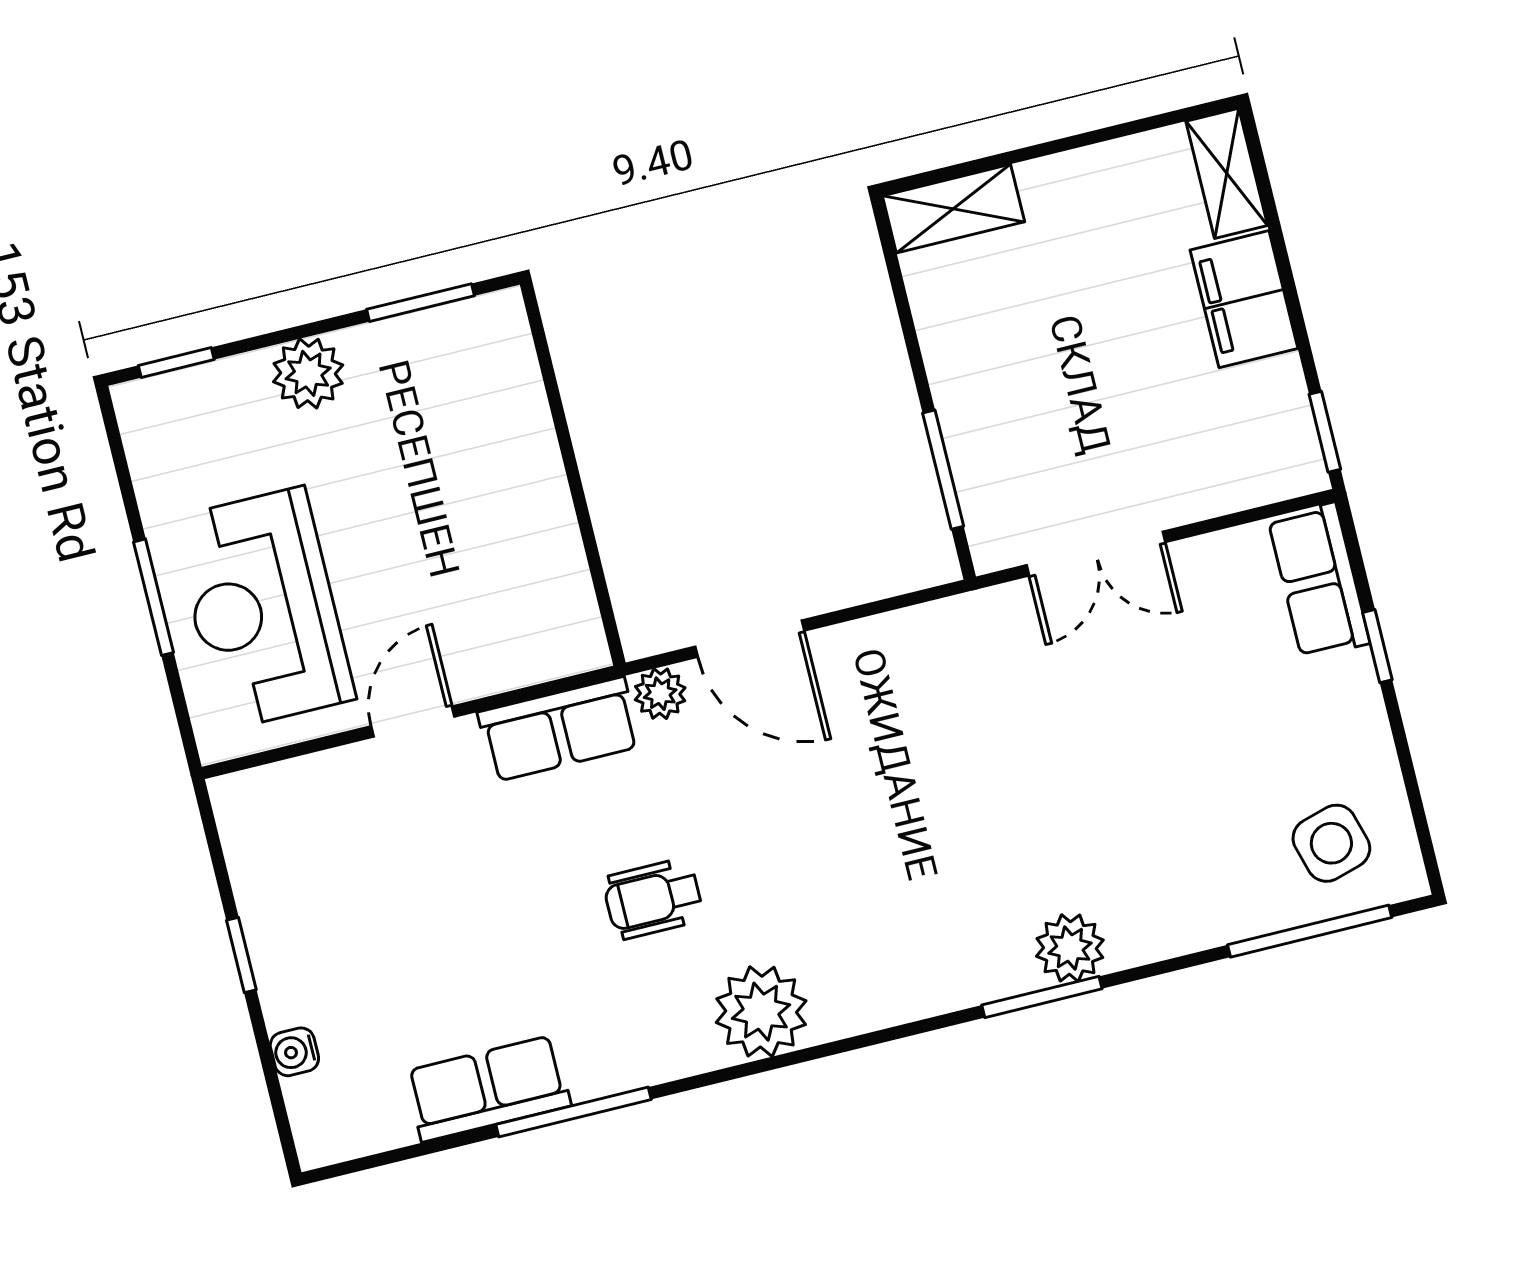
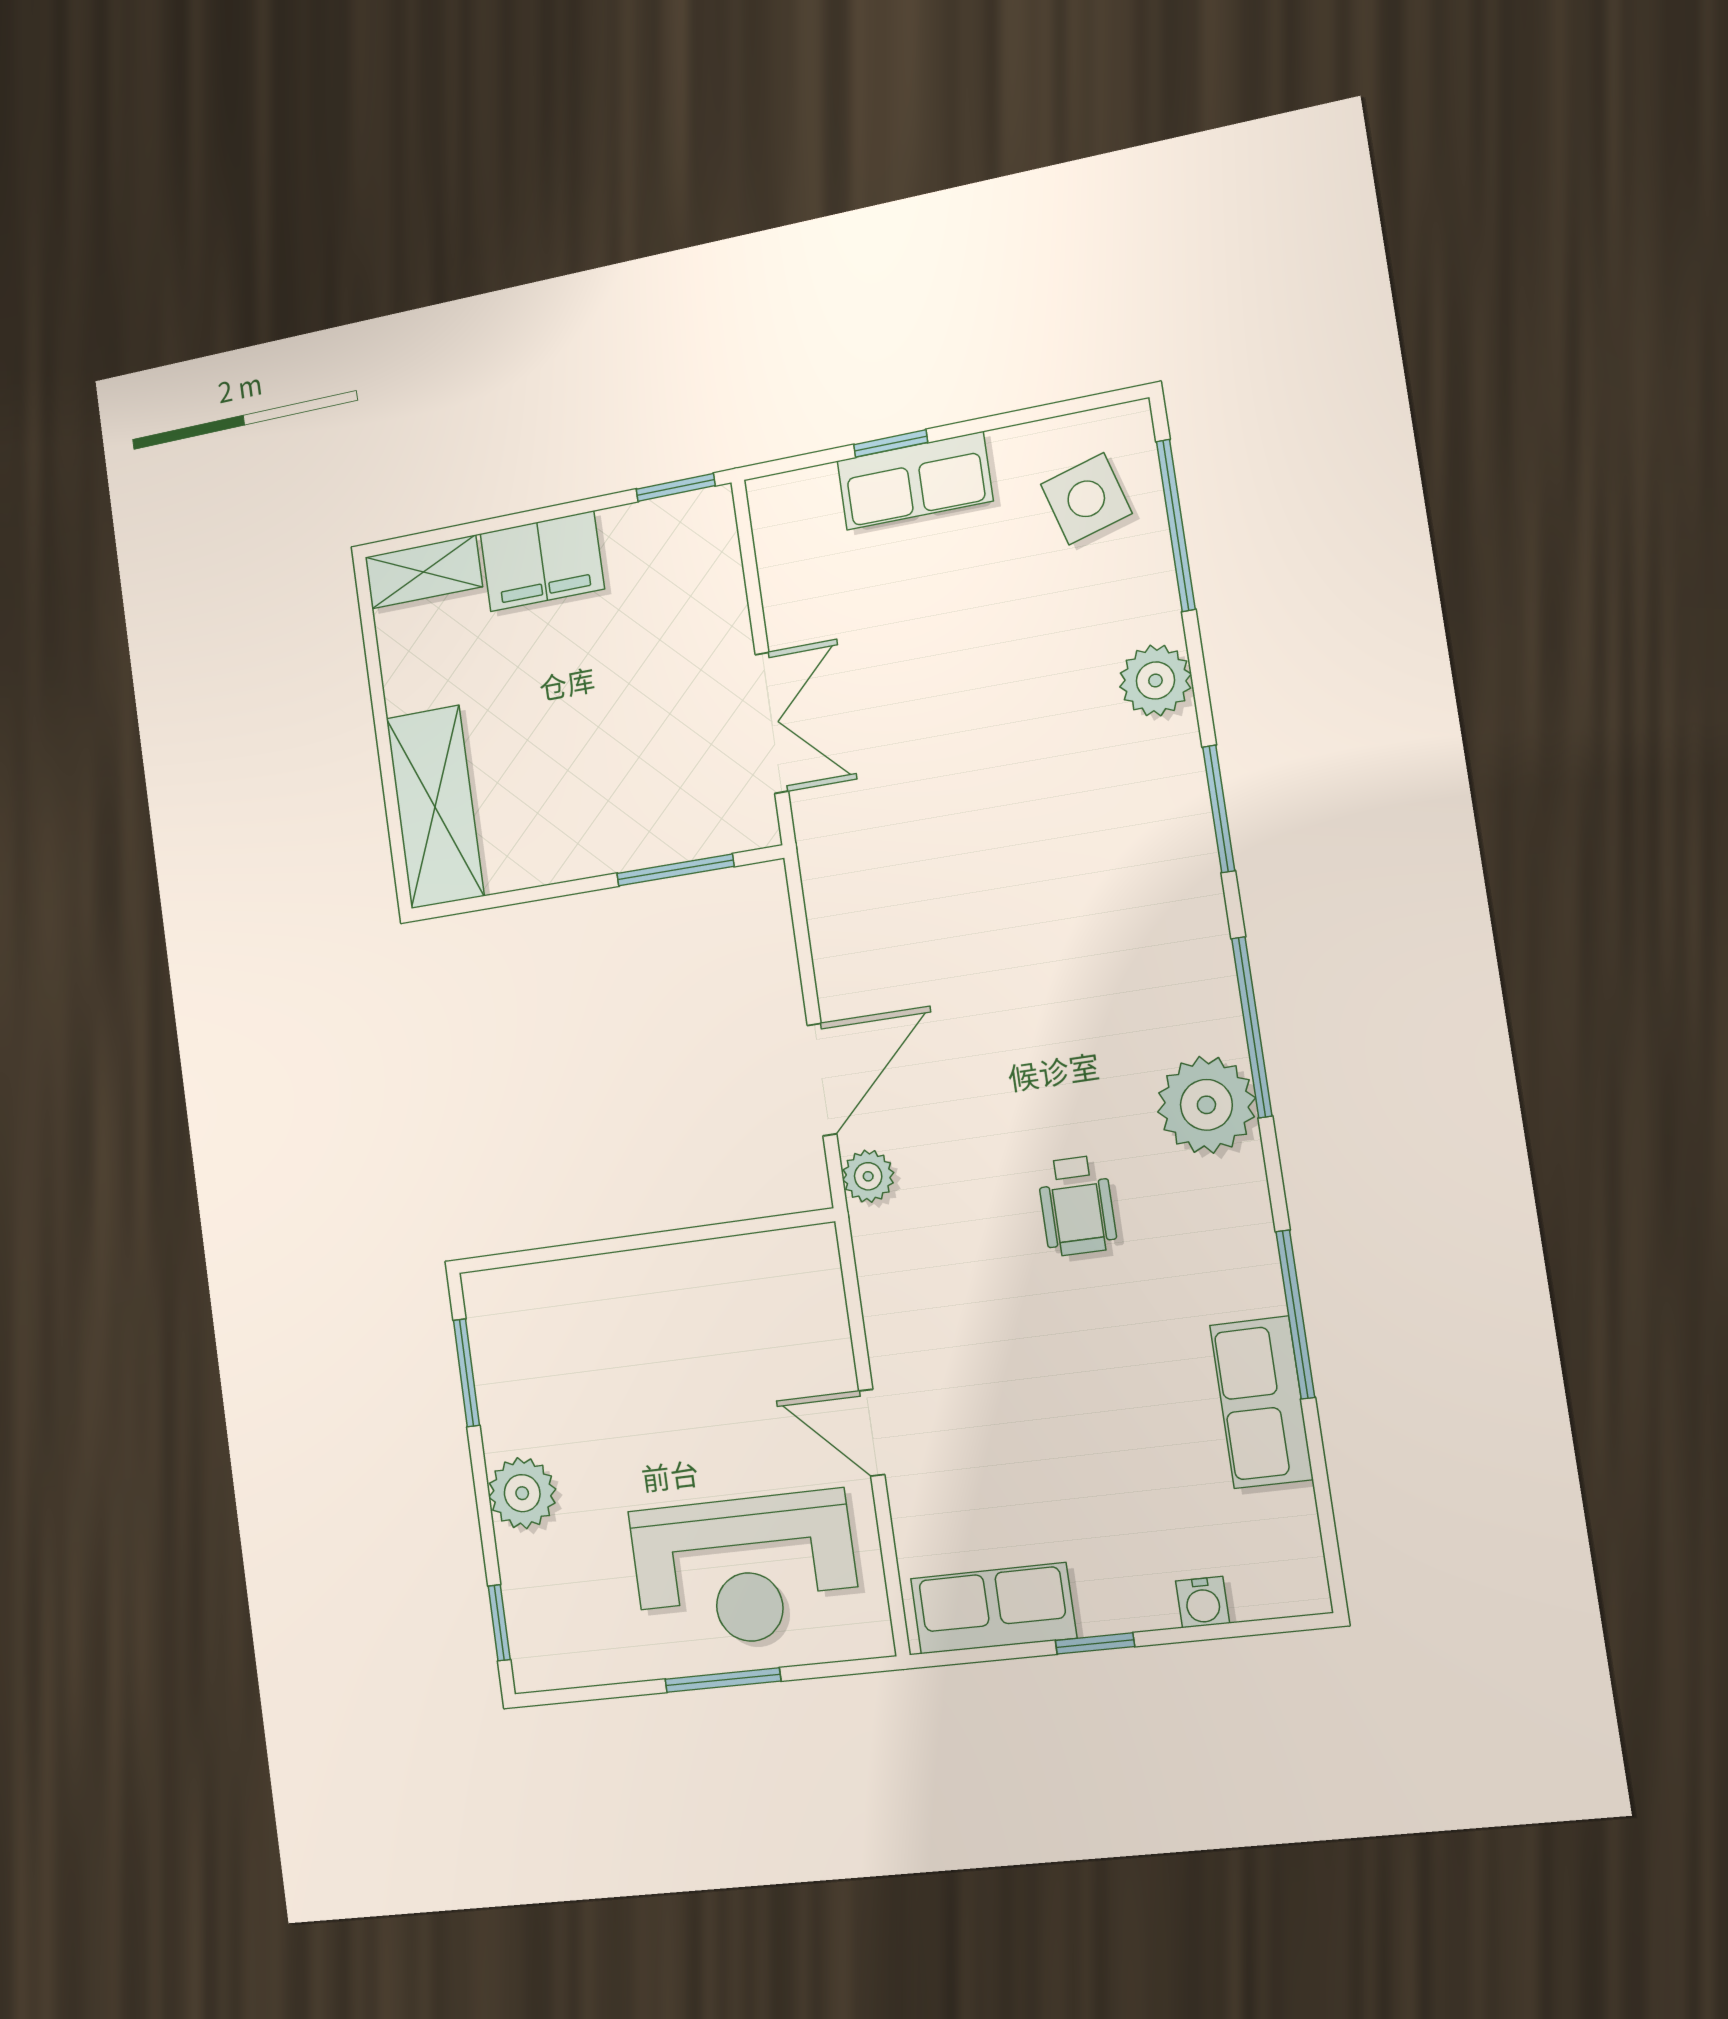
shelving: (953, 209) -> (435, 807), width x1.50, depth x1.33
row of seats: (1319, 581) -> (915, 481), moved
row of seats: (559, 729) -> (993, 1608), moved, turned -90
plant: (1070, 948) -> (1155, 680), moved
window: (838, 1047) -> (1252, 1027), added

